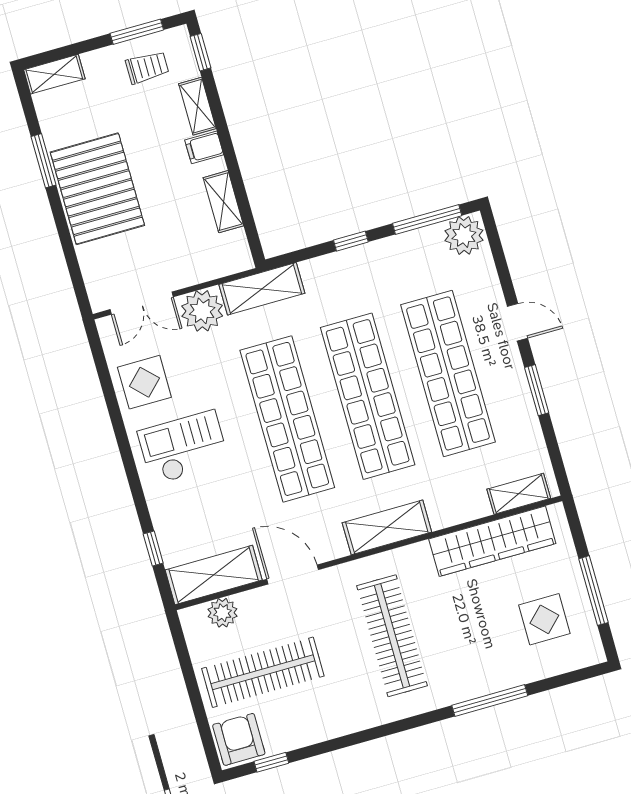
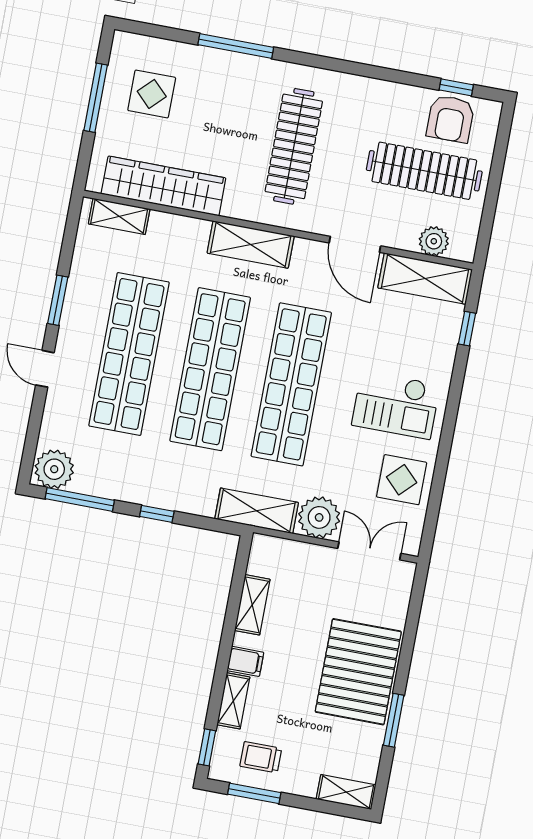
armchair: (239, 739) -> (450, 119), moved

